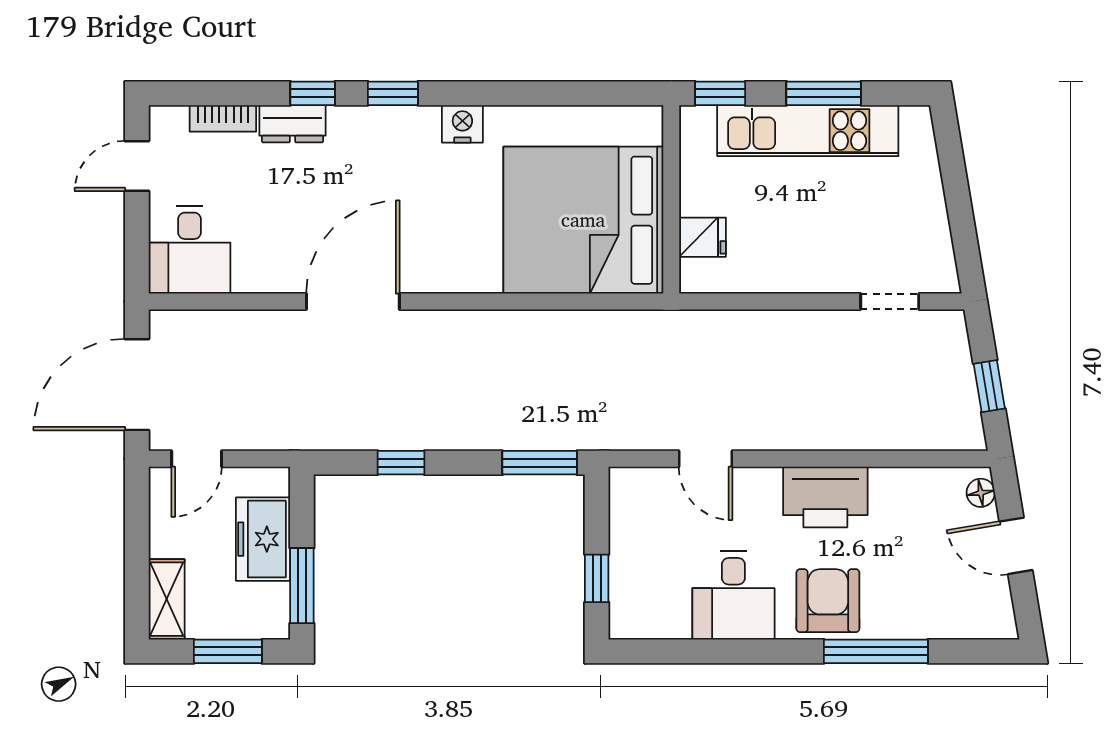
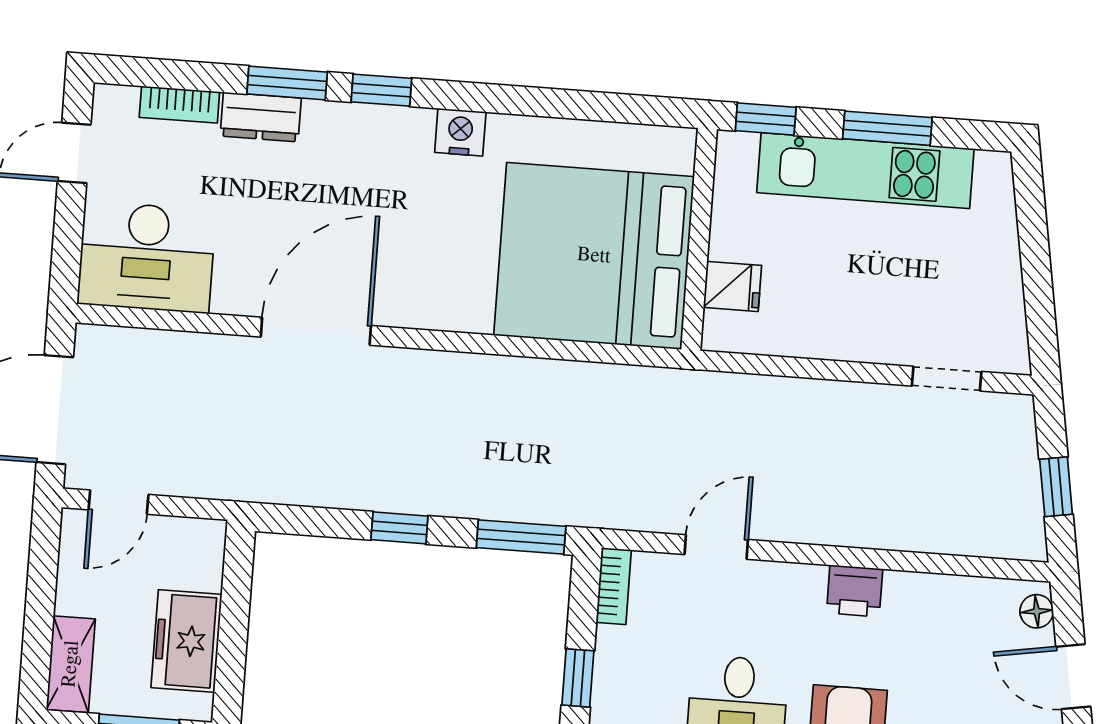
window: (313, 93) -> (287, 83), width x1.50
desk: (190, 250) -> (147, 257), width x1.37
door: (705, 459) -> (716, 547), swing flipped
window: (401, 463) -> (399, 528), moved
printer: (825, 497) -> (855, 591), width x0.53, depth x0.68
bookcase: (621, 498) -> (614, 586), added
freezer: (263, 539) -> (186, 641), moved
window: (302, 586) -> (231, 660), removed

